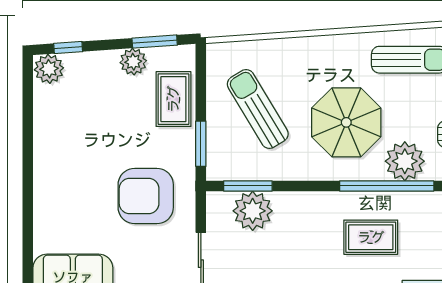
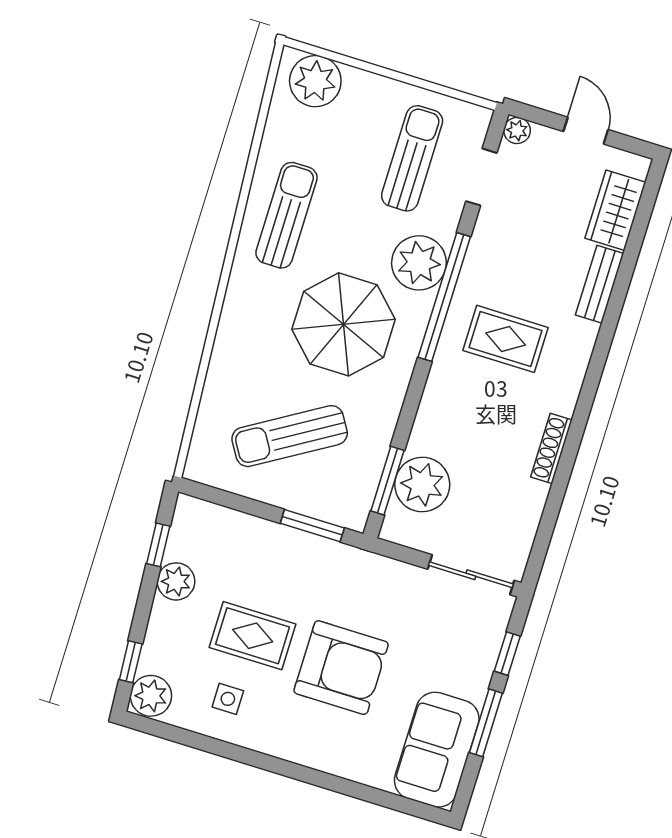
window: (155, 42) -> (158, 545), width x0.67
rug: (173, 99) -> (253, 636), moved
side table: (63, 123) -> (228, 699), added
armchair: (146, 196) -> (341, 668), moved, turned -90
rug: (371, 237) -> (506, 339), turned 90

